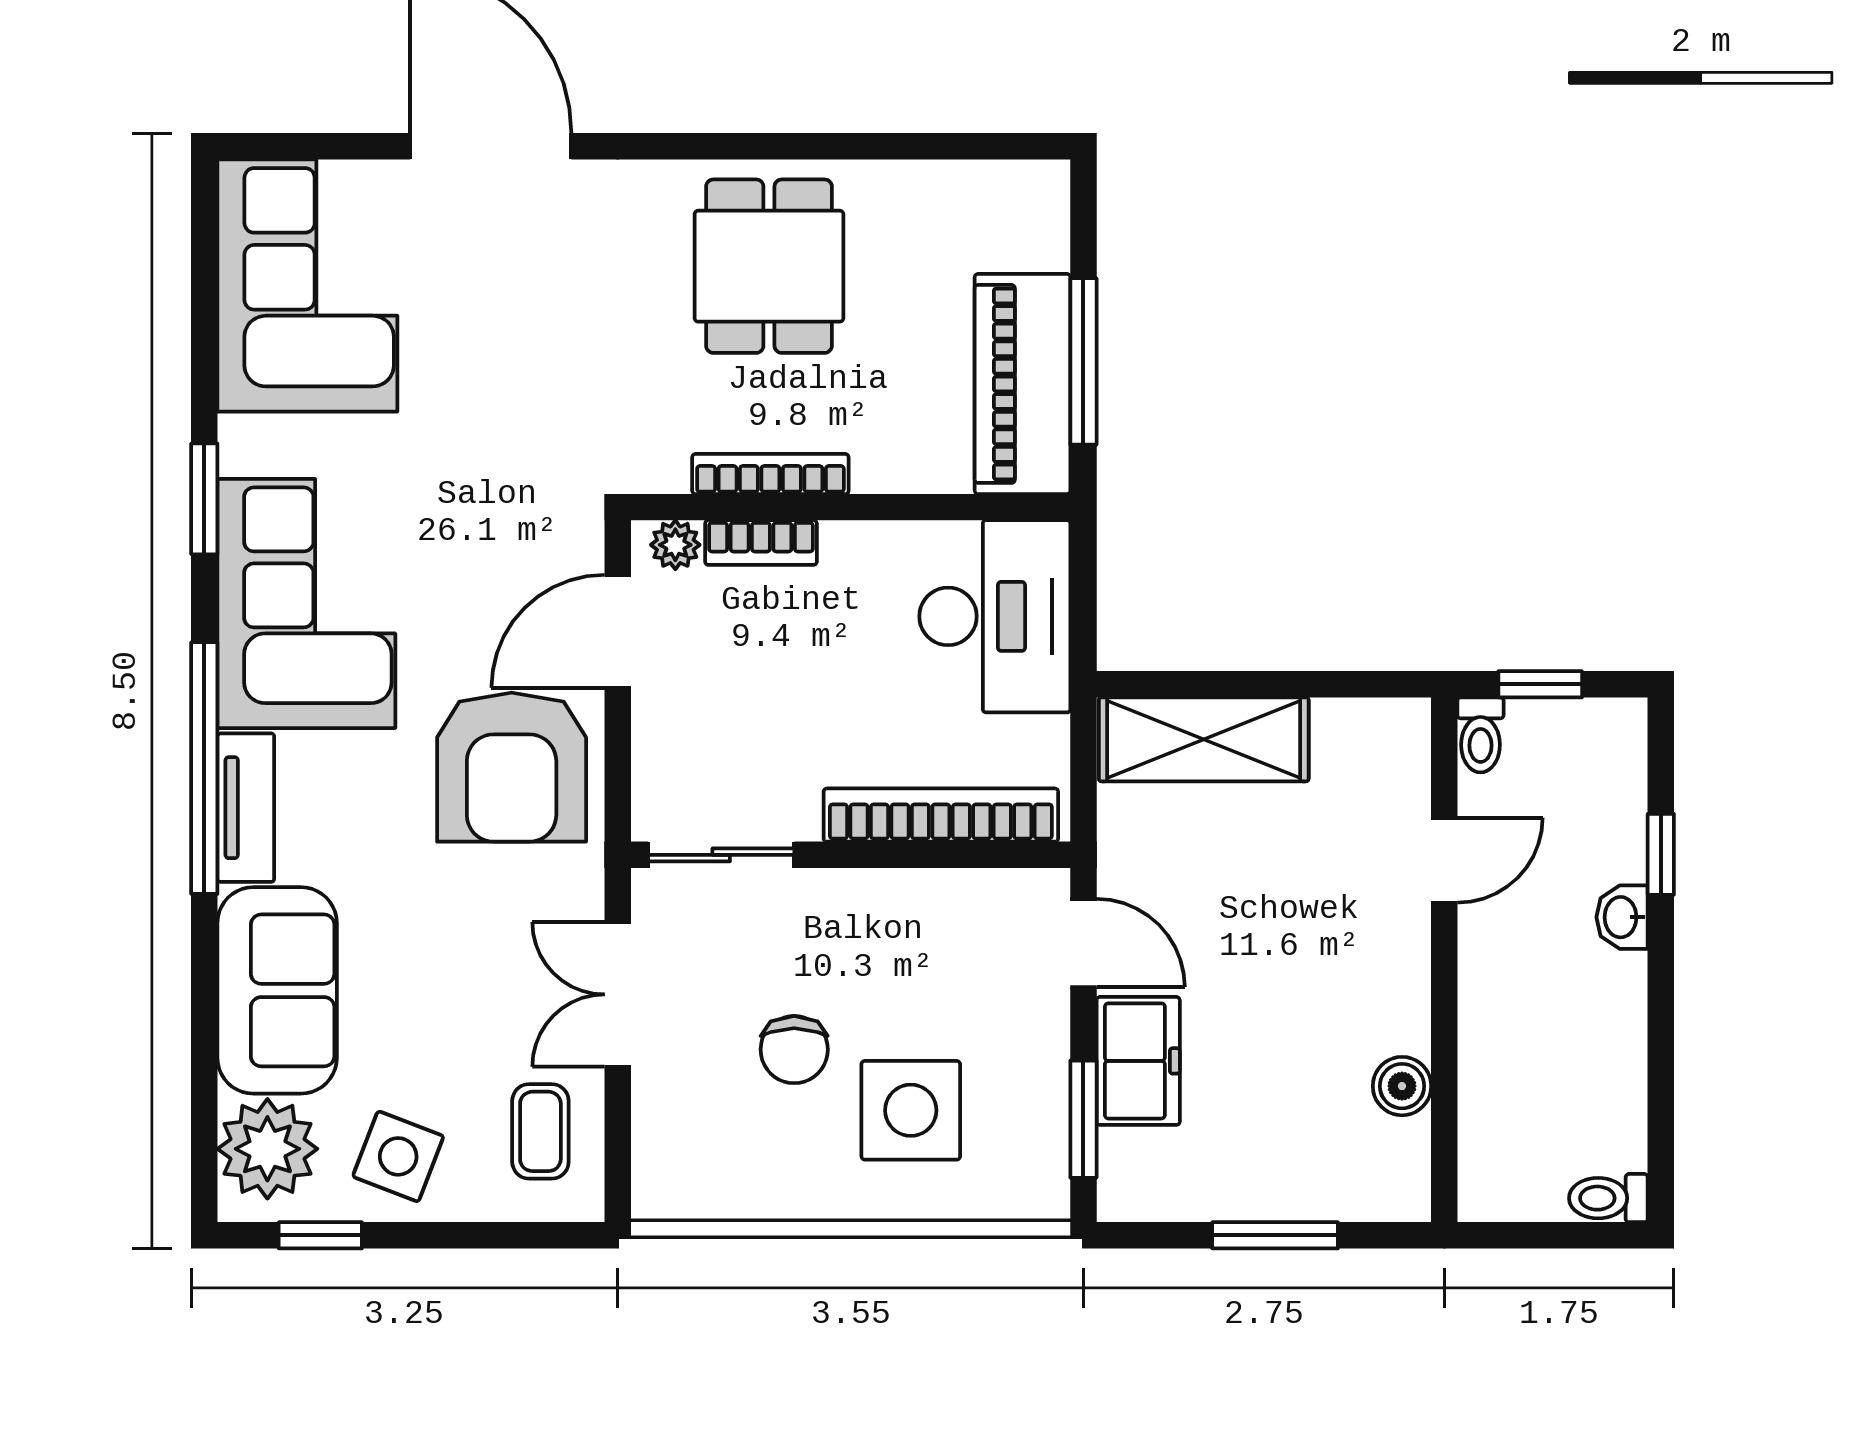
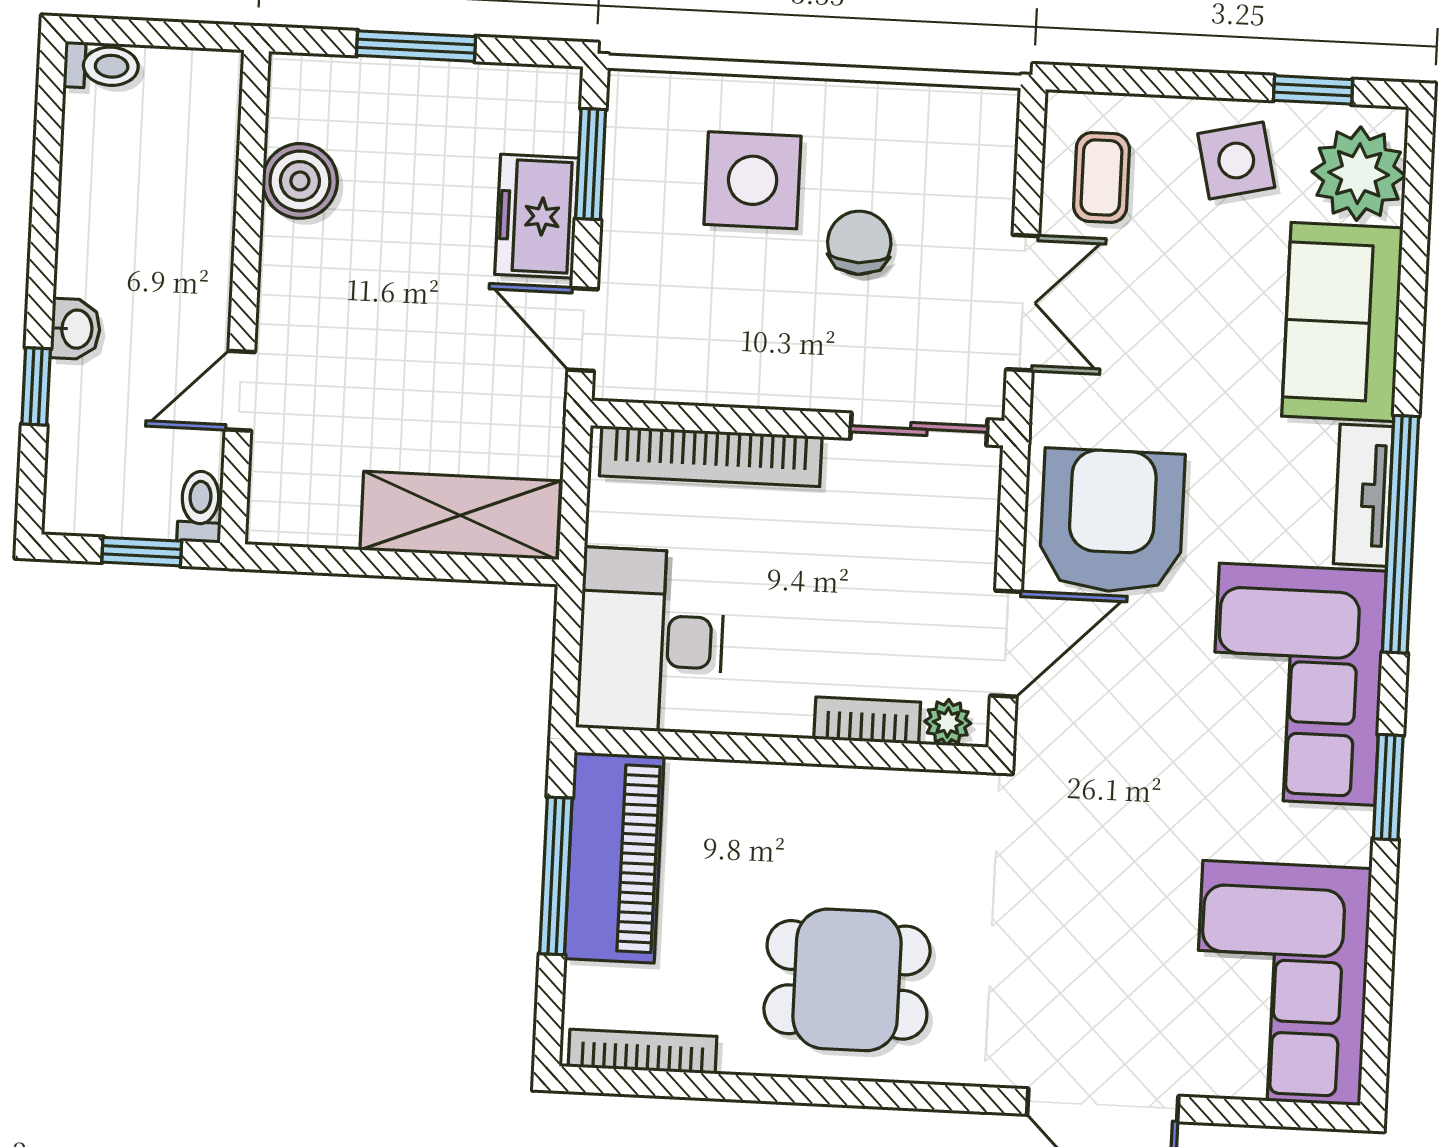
dining table: (769, 266) -> (847, 980), turned 90
bookcase: (770, 474) -> (643, 1052), moved, turned 180
boiler: (1402, 1086) -> (300, 181), width x1.36, depth x1.36
side table: (398, 1156) -> (1236, 161), turned -34

